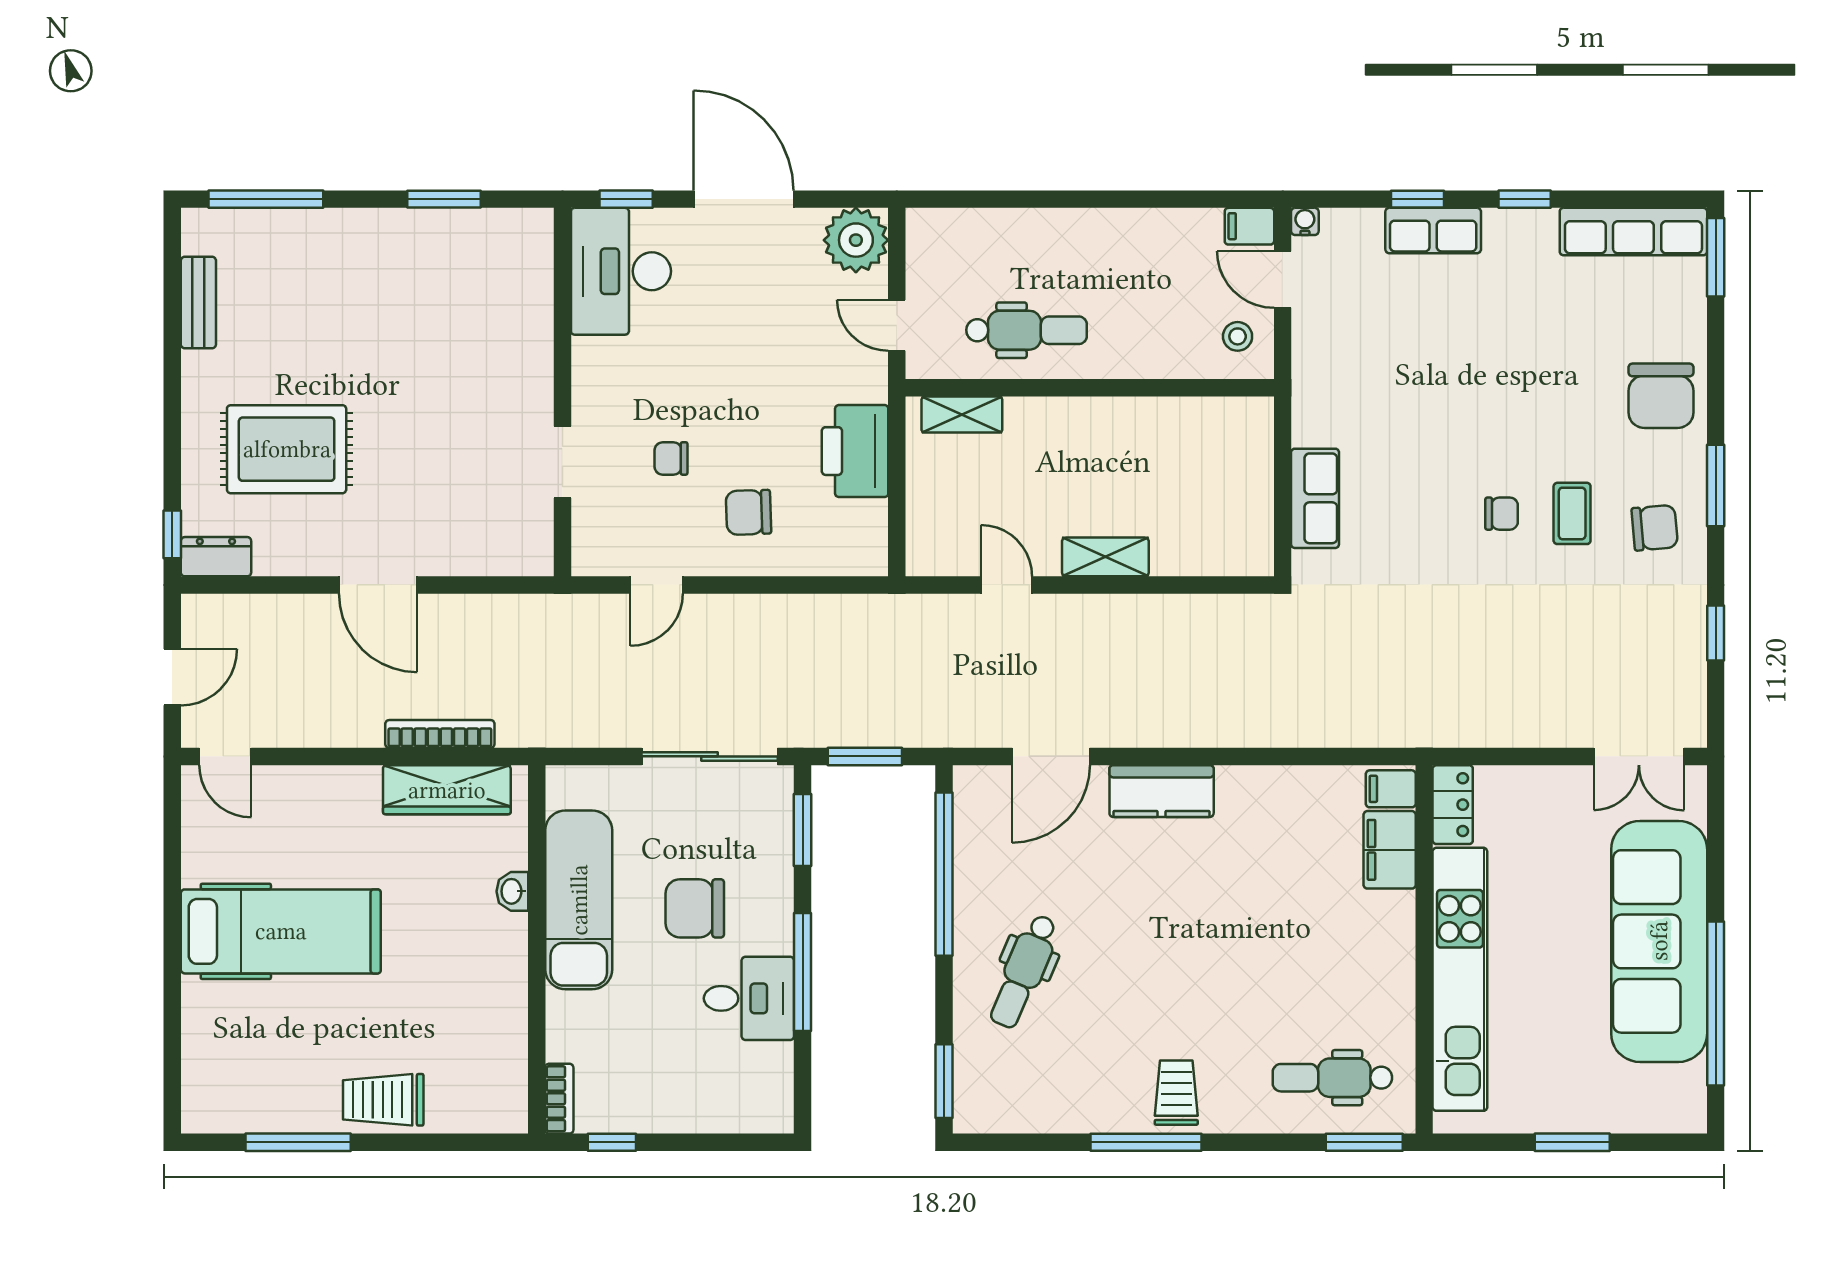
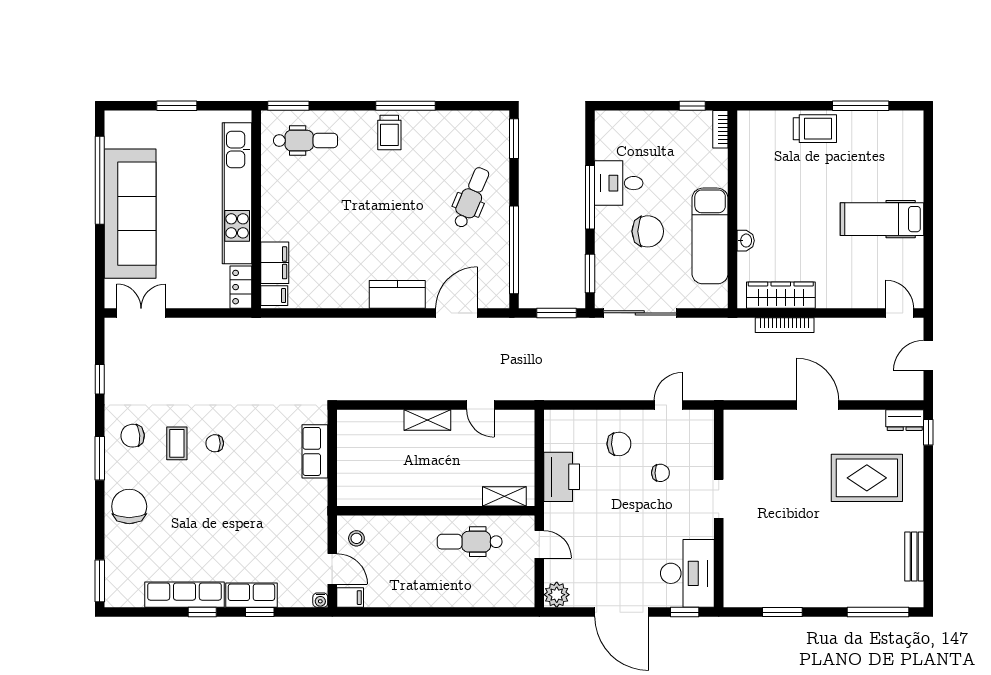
row of seats: (1633, 232) -> (184, 595), moved
plant: (856, 240) -> (557, 595), width x0.73, depth x0.73
doorway: (562, 462) -> (719, 499), moved
hospital bed: (281, 931) -> (882, 219), width x0.73, depth x0.78

